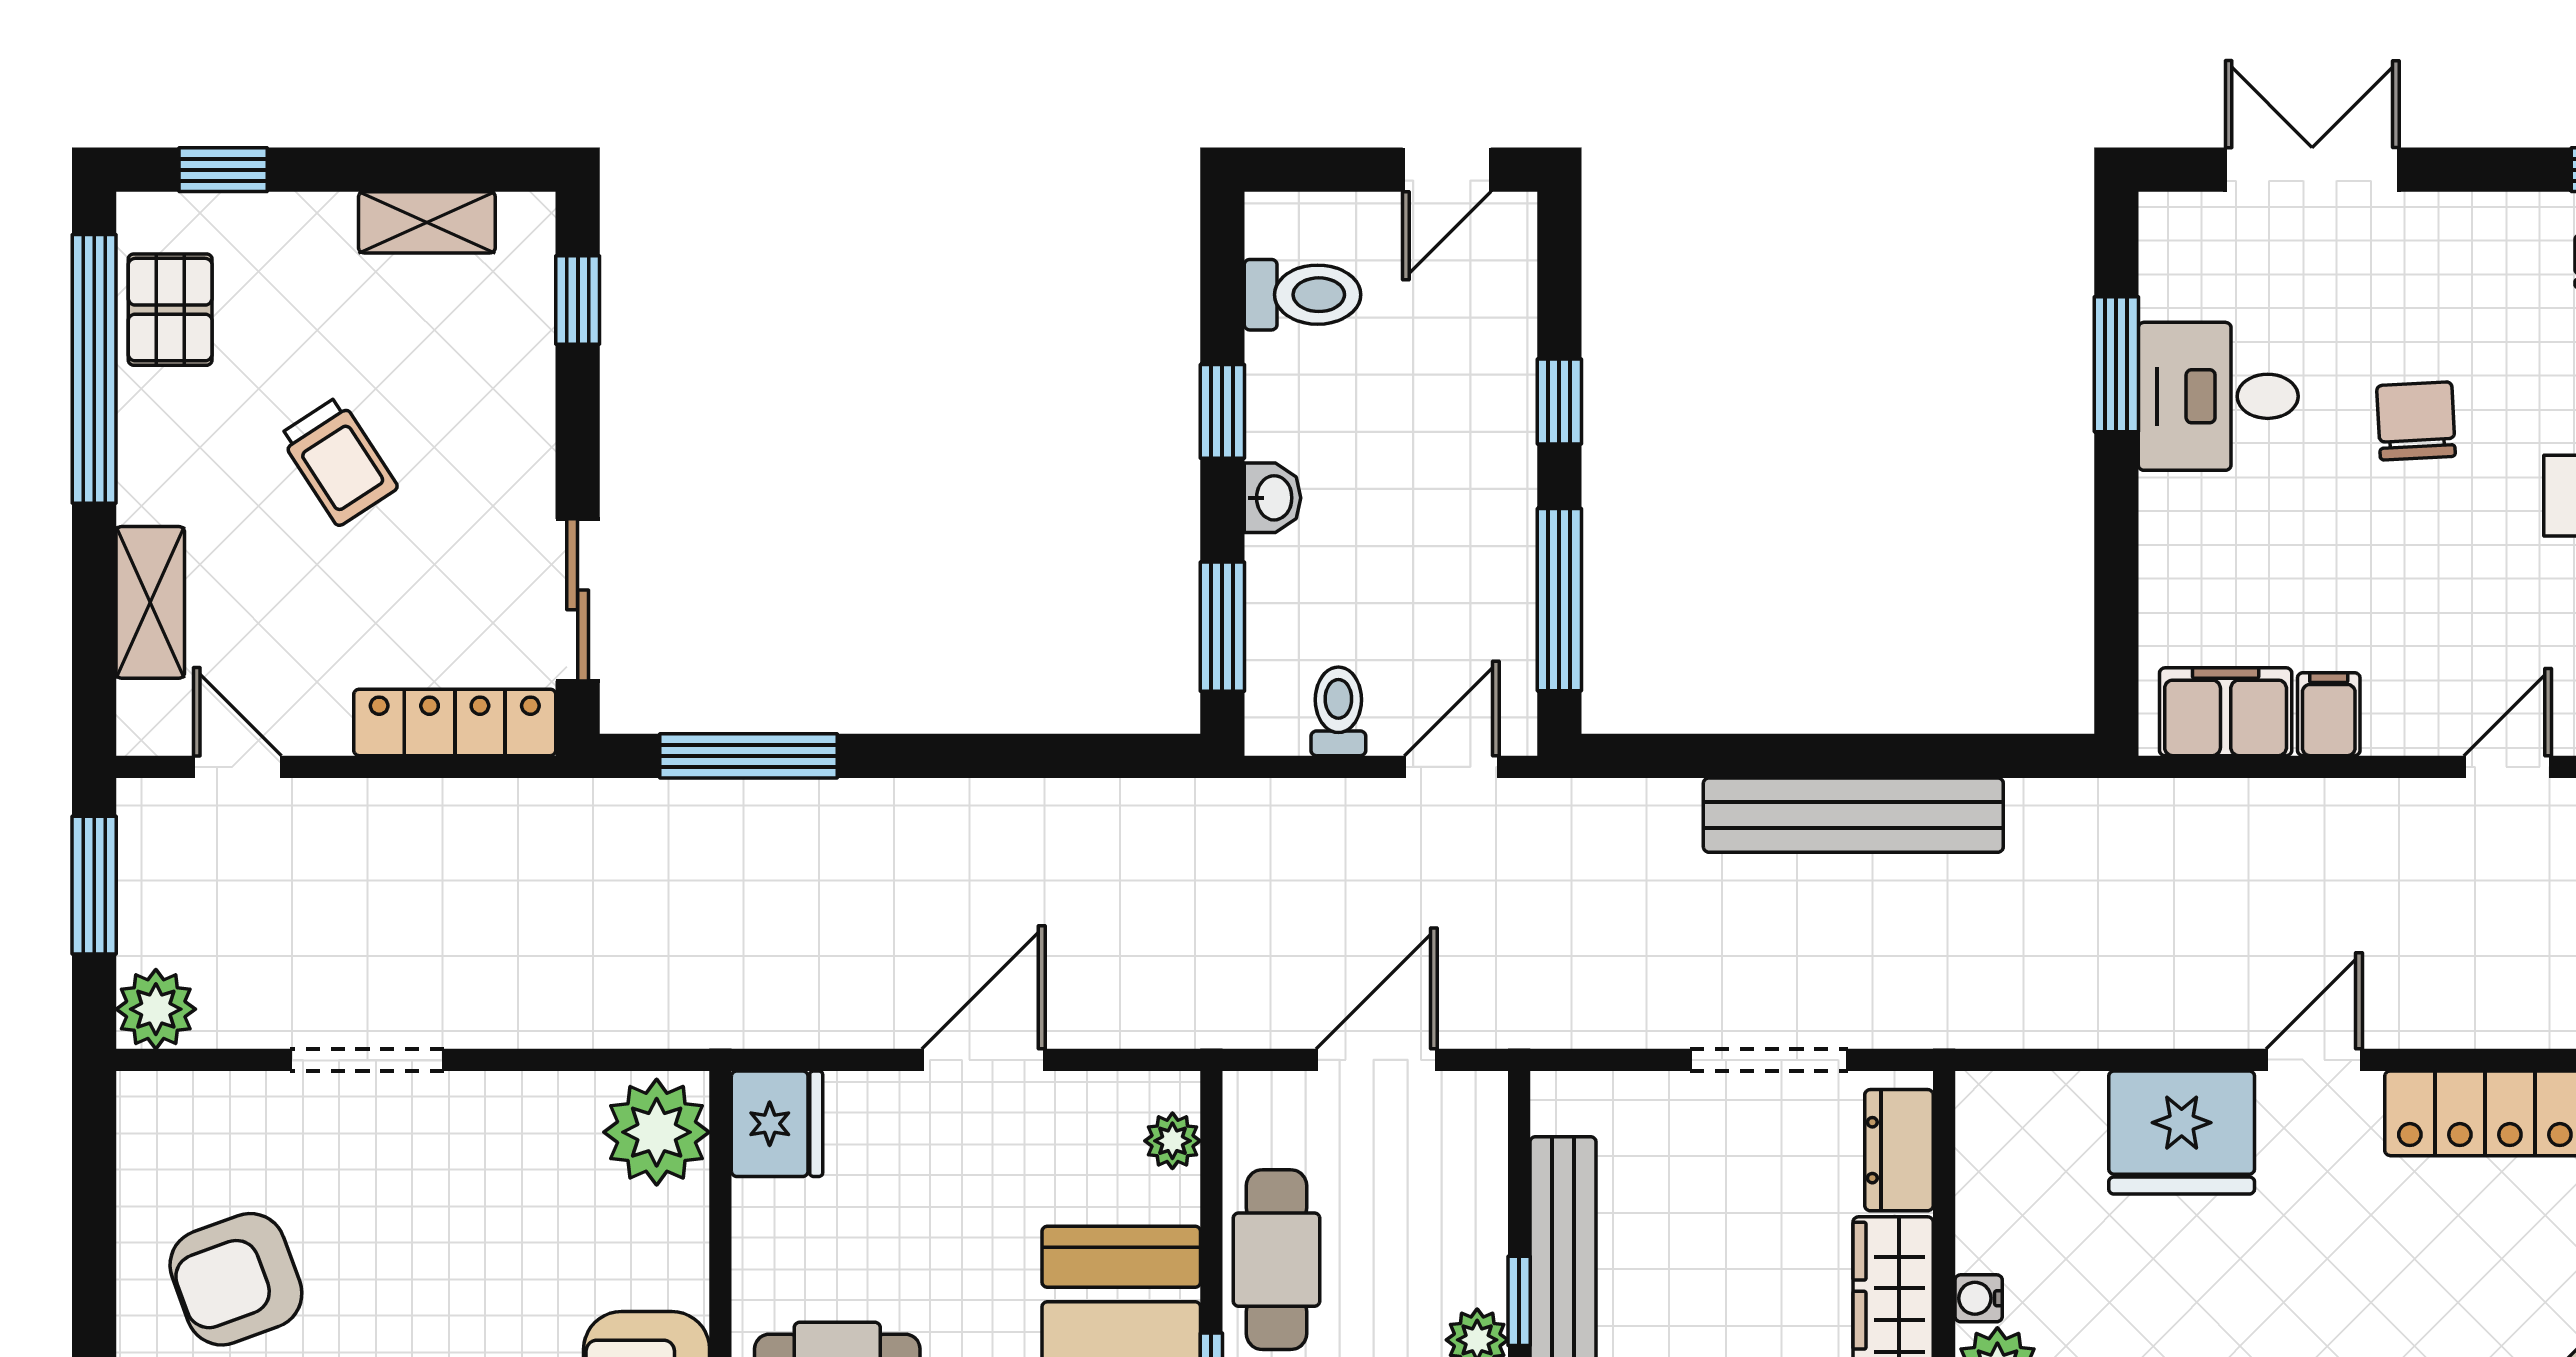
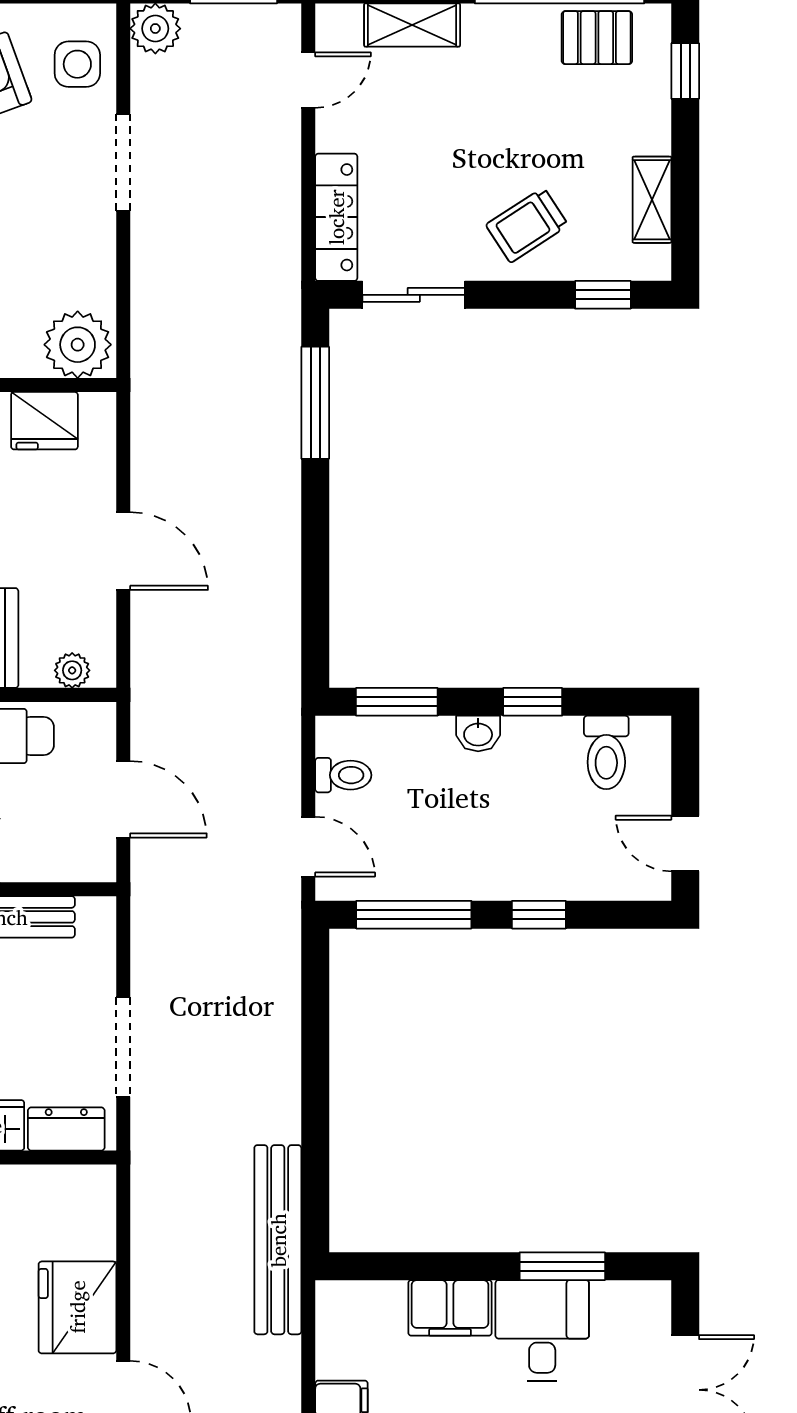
trolley: (338, 461) -> (527, 225), moved
filing cabinet: (2226, 712) -> (450, 1308), moved, turned 90
bench: (1853, 815) -> (278, 1240), moved
fridge: (777, 1124) -> (44, 421), moved
side table: (212, 1133) -> (77, 64), added

